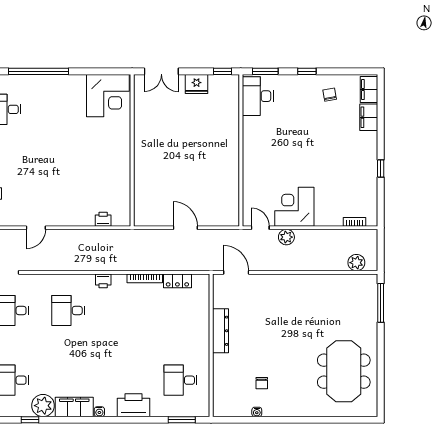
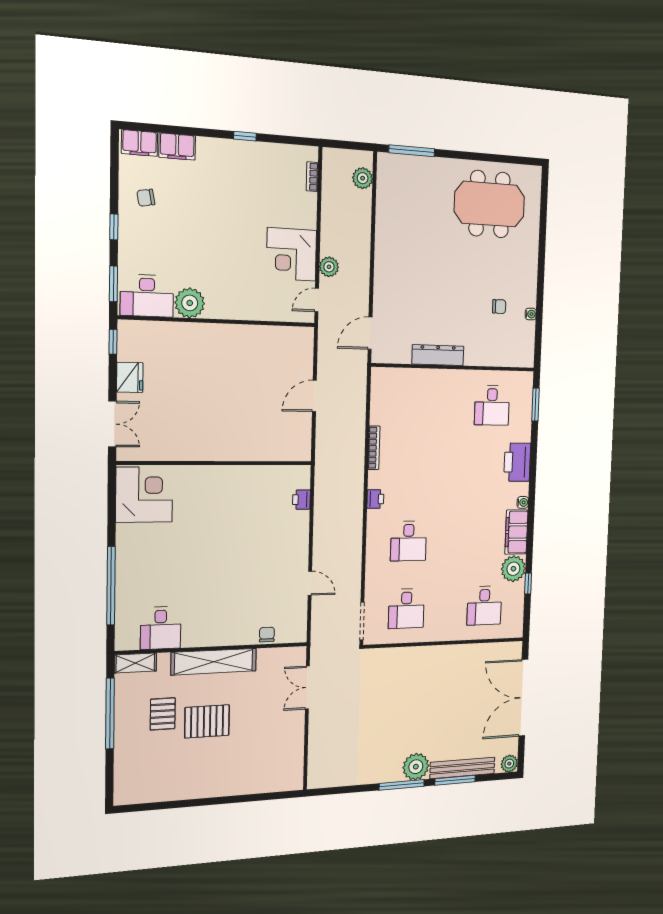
plant: (254, 128) -> (190, 303), added
locker: (177, 281) -> (378, 407), removed

